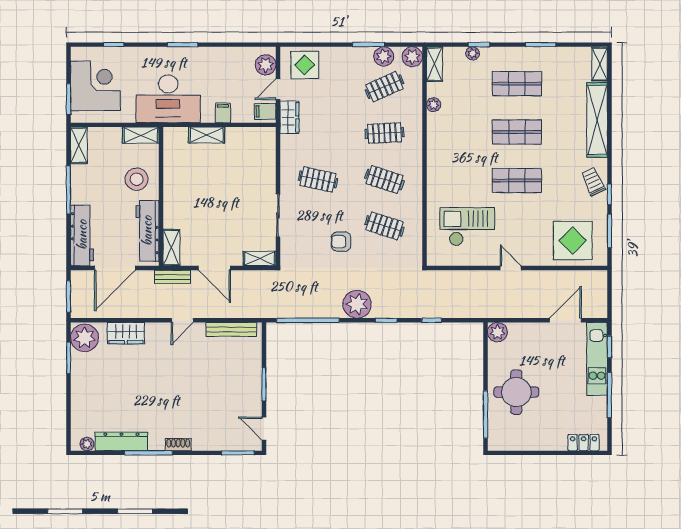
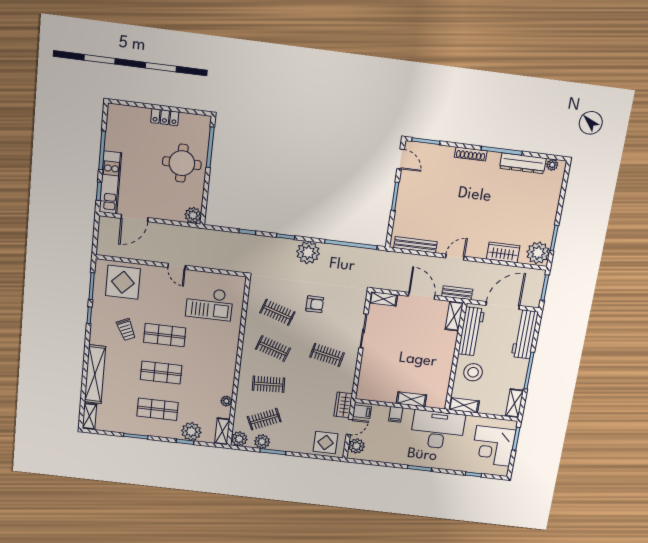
plant: (473, 53) -> (191, 432), width x1.88, depth x1.88
trolley: (593, 182) -> (126, 330), moved
locker: (584, 443) -> (165, 117), moved
shoe rack: (178, 445) -> (471, 154), width x1.43

